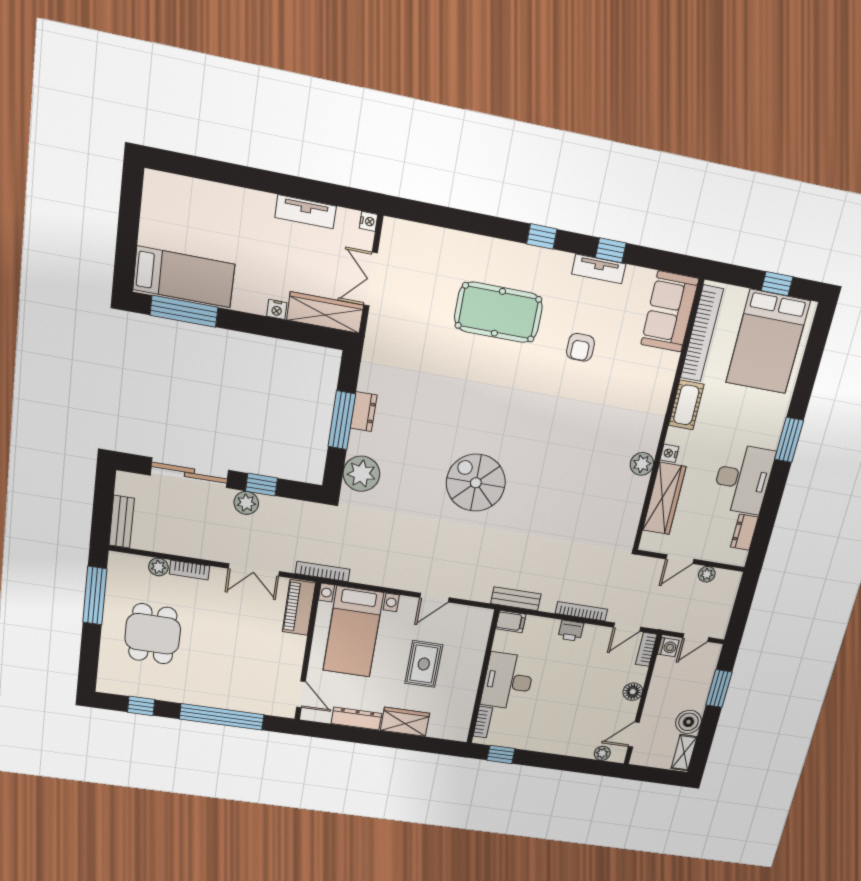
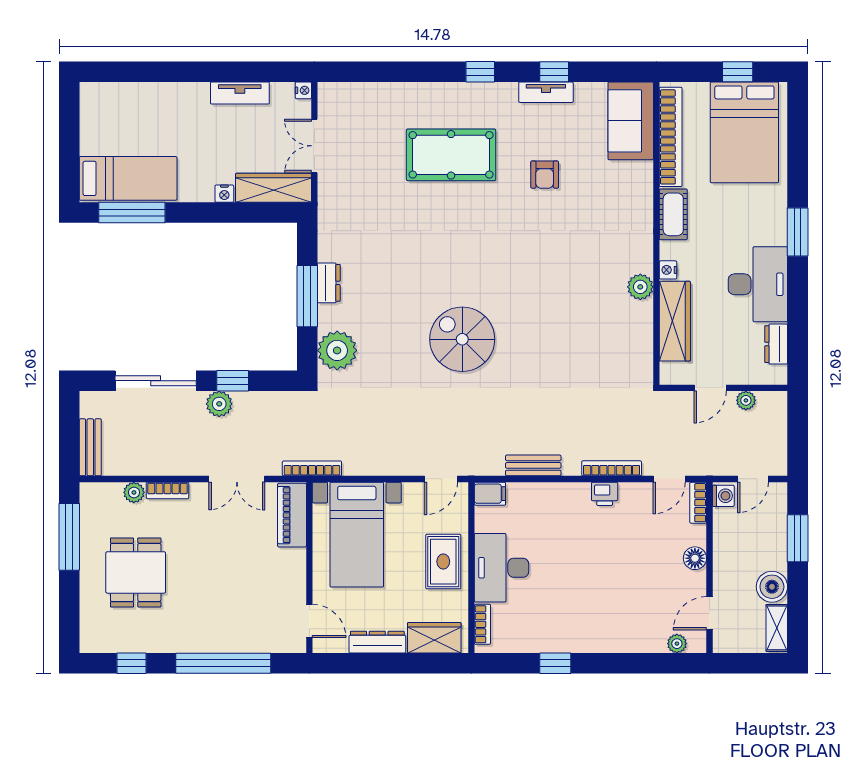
filing cabinet: (511, 621) -> (490, 494), moved
wall: (483, 677) -> (471, 568), moved
desk: (508, 681) -> (501, 568), moved
bookcase: (483, 722) -> (482, 624), moved

